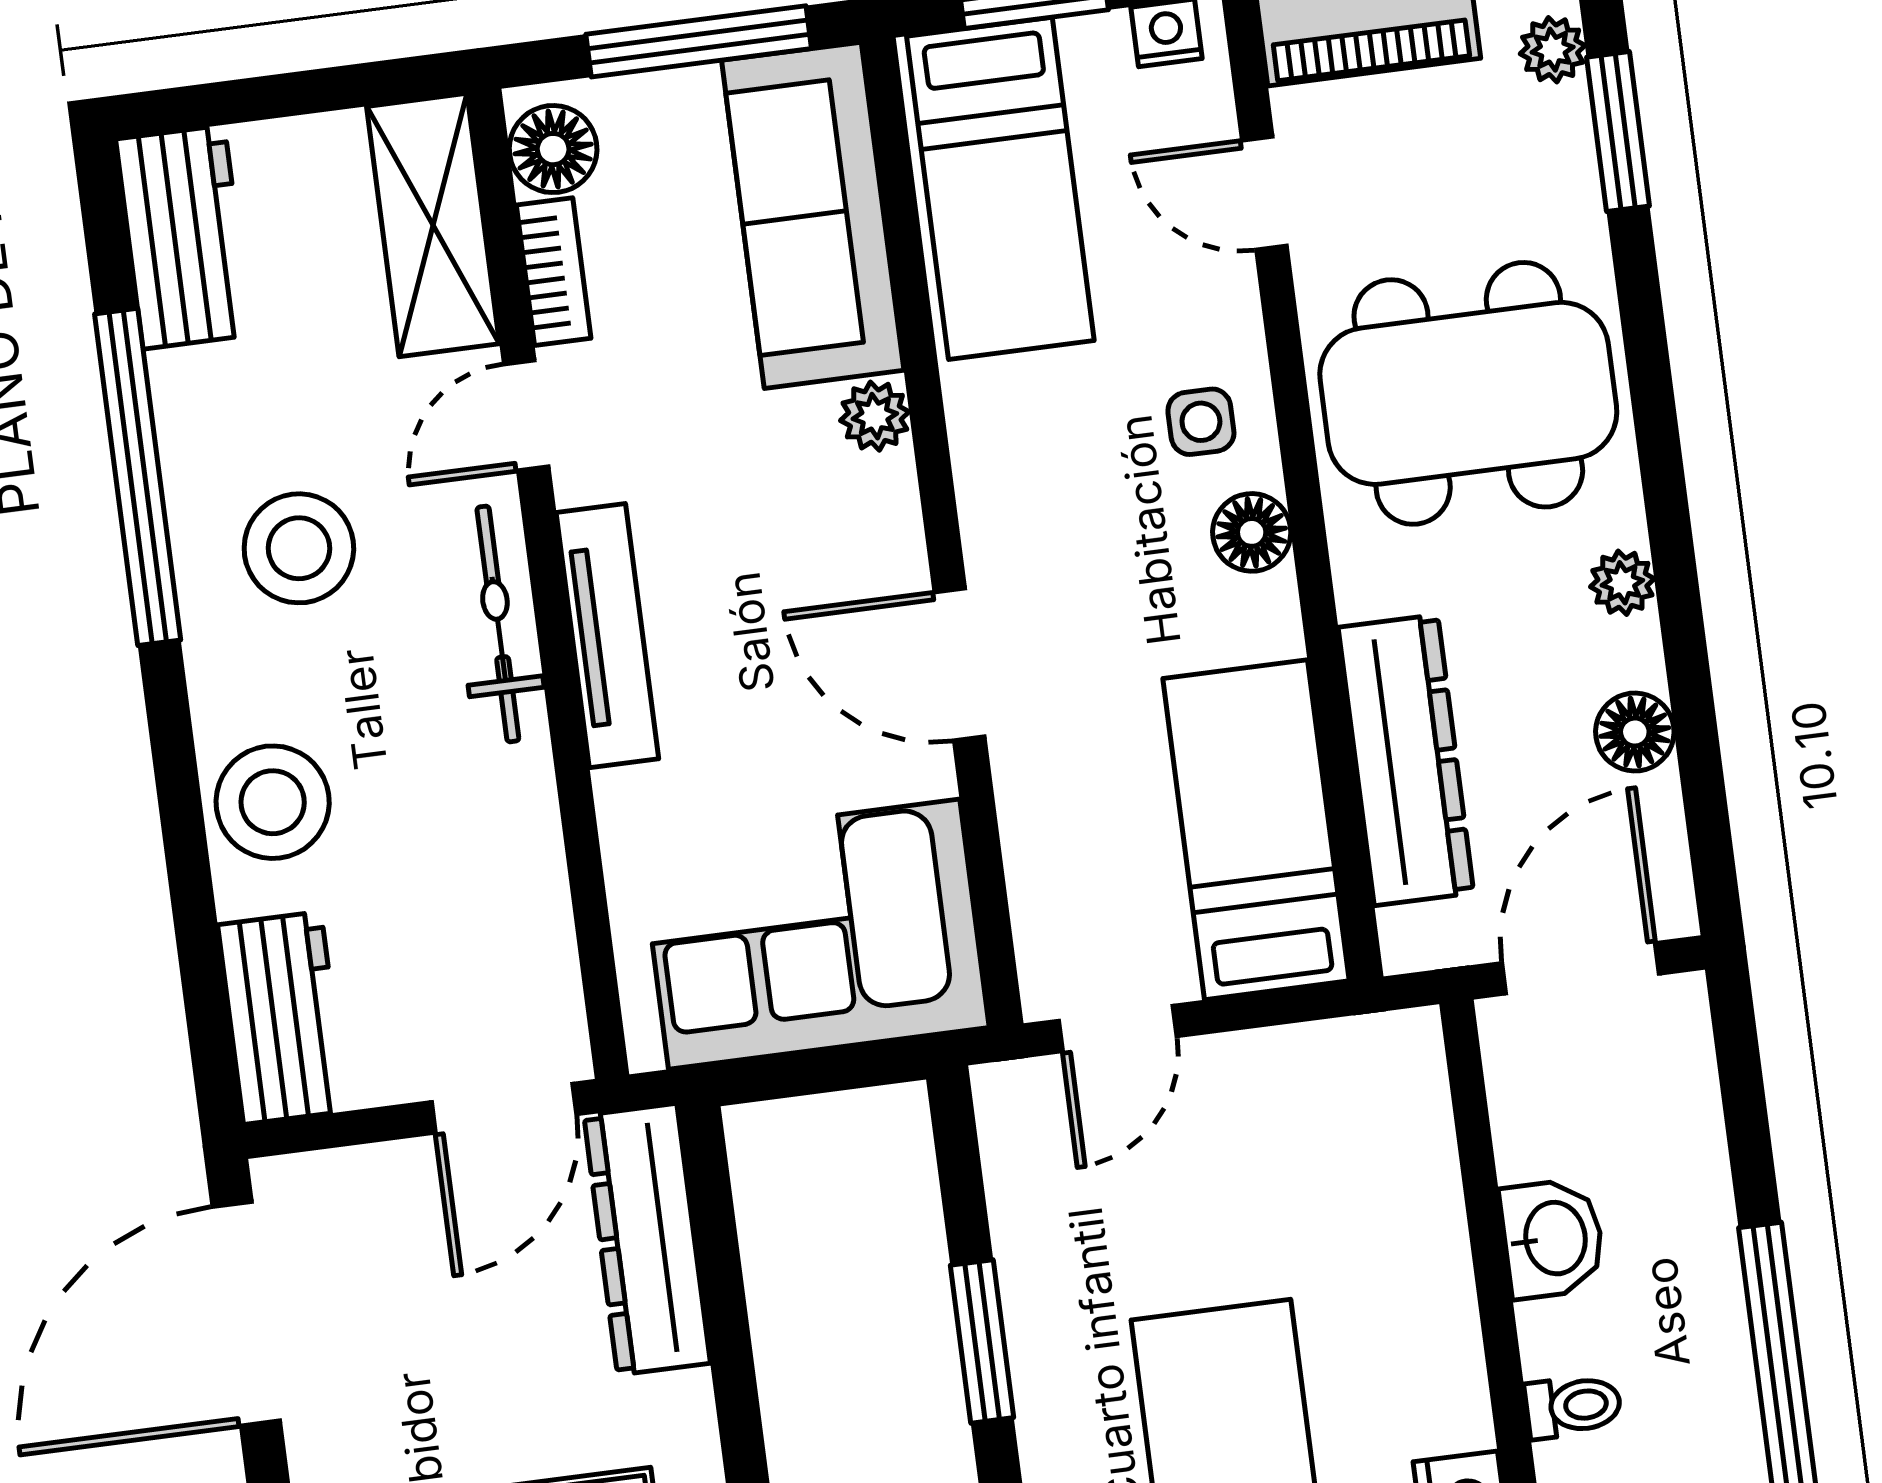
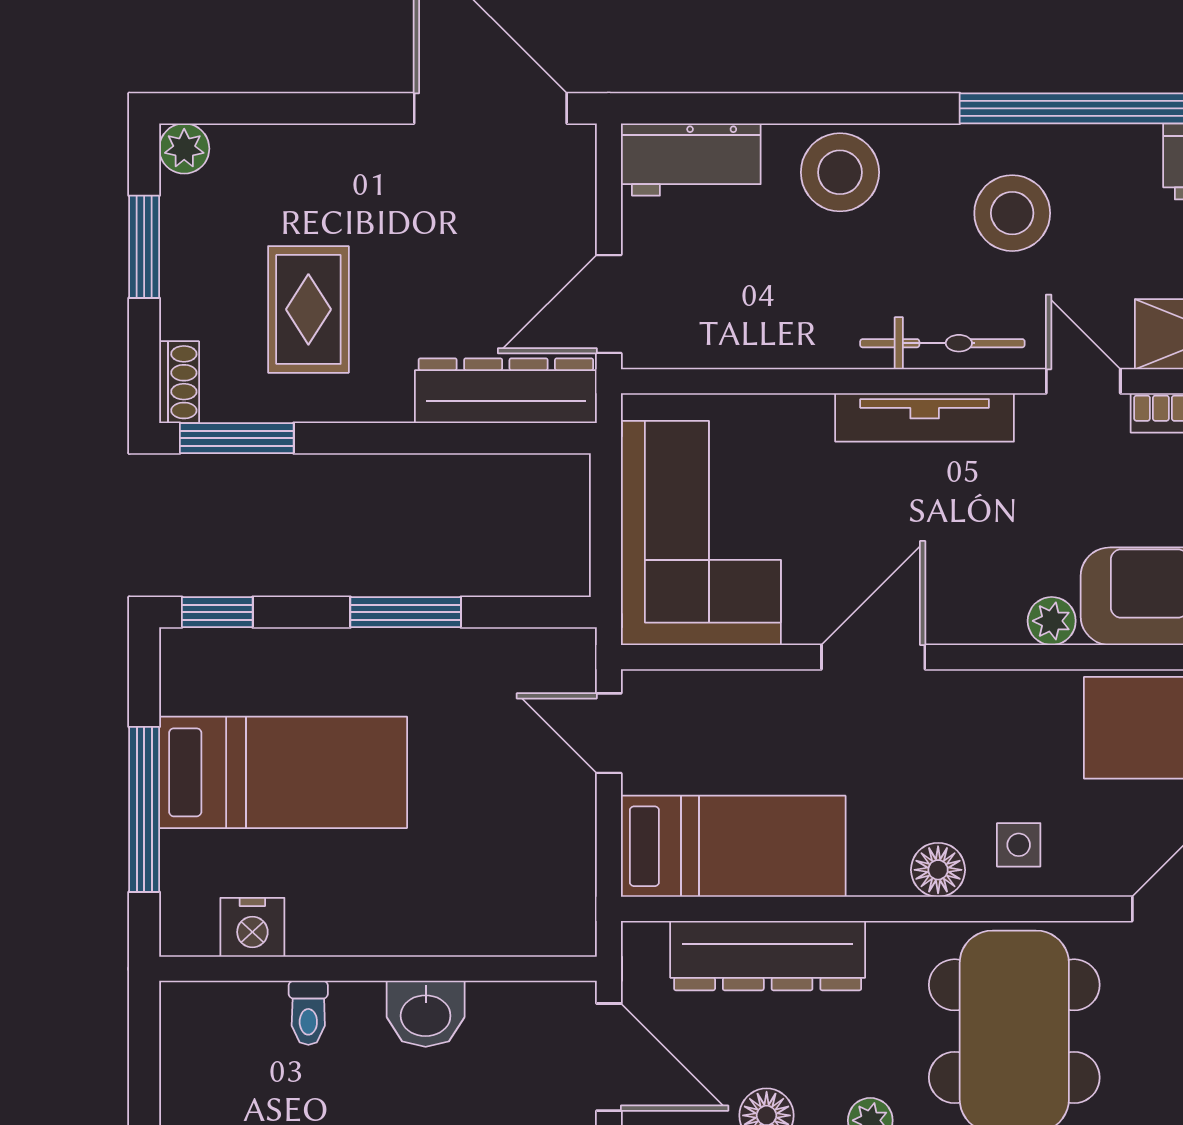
door: (504, 1108) -> (609, 304), hinge flipped

